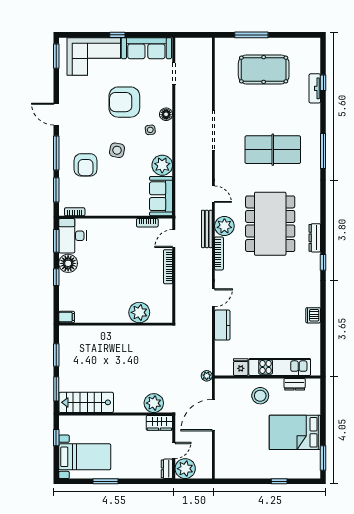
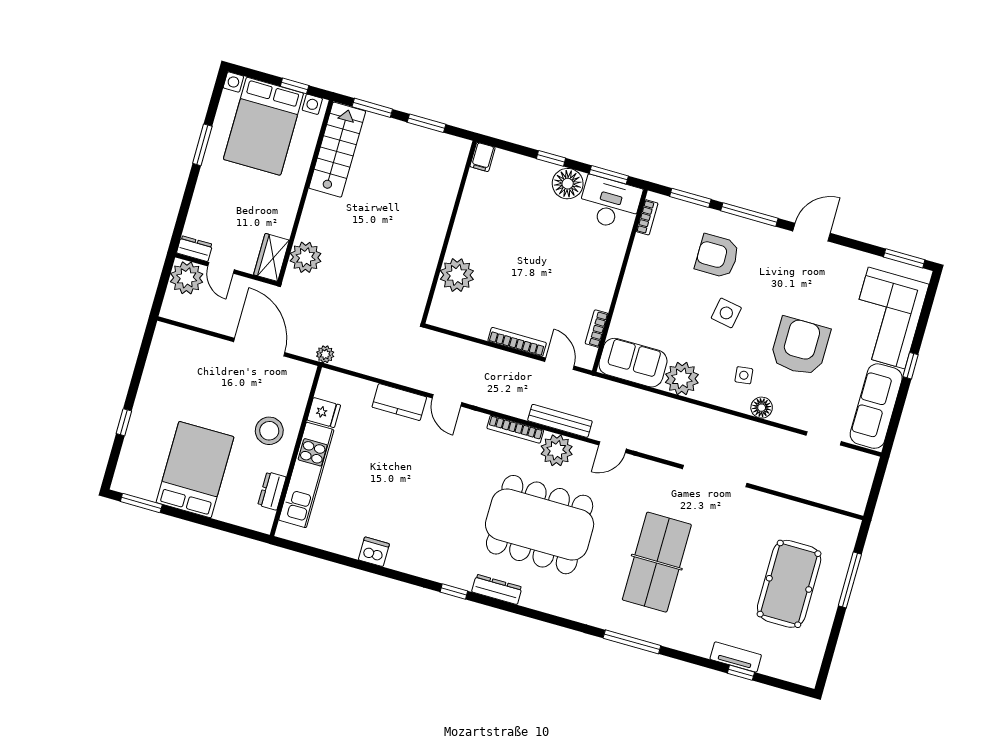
bed with nightstands: (85, 457) -> (263, 126), width x1.36

